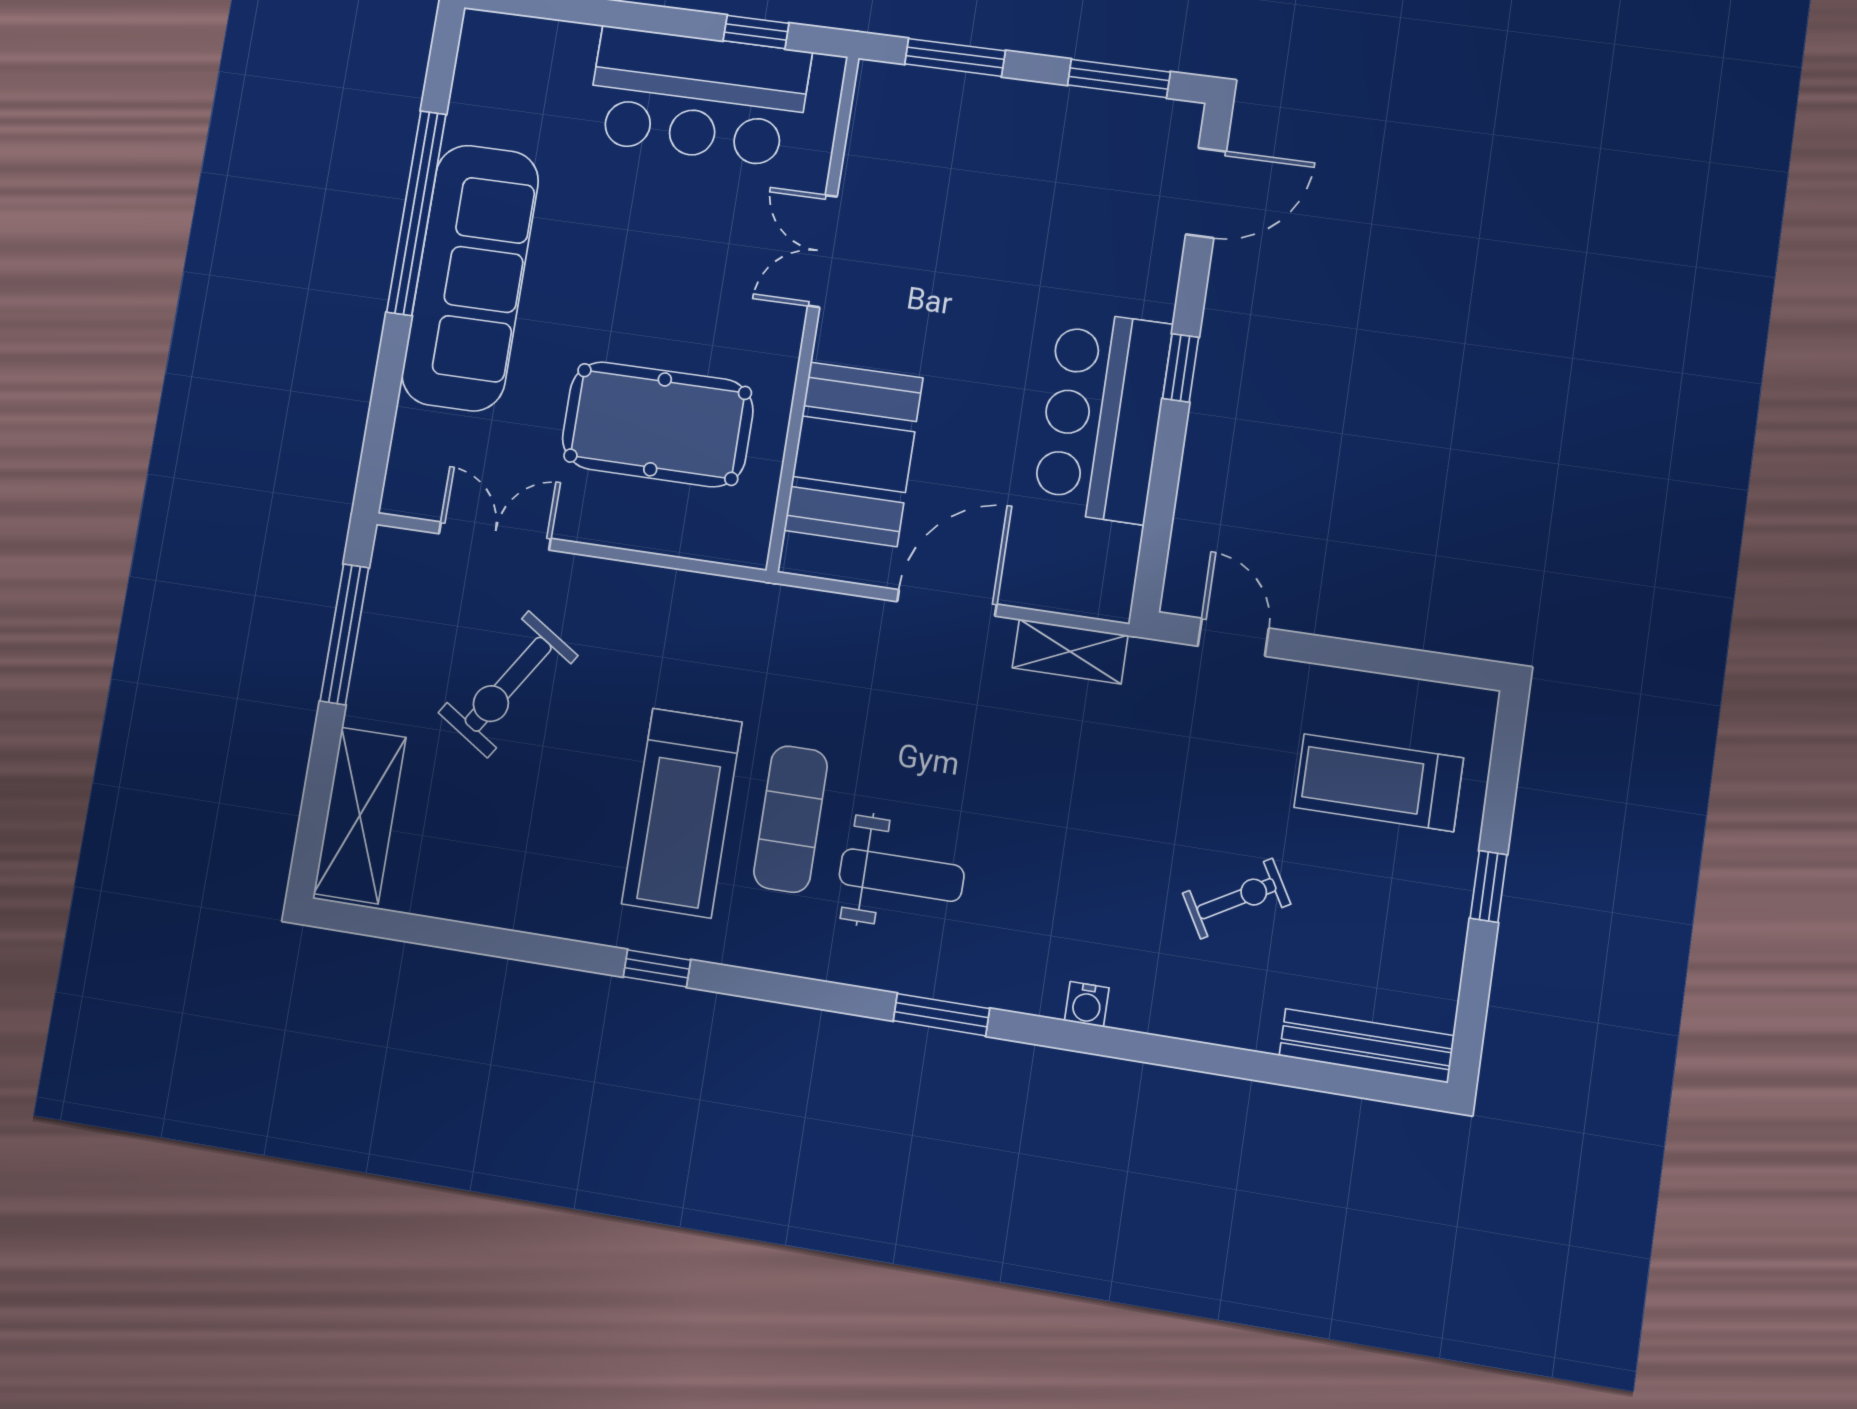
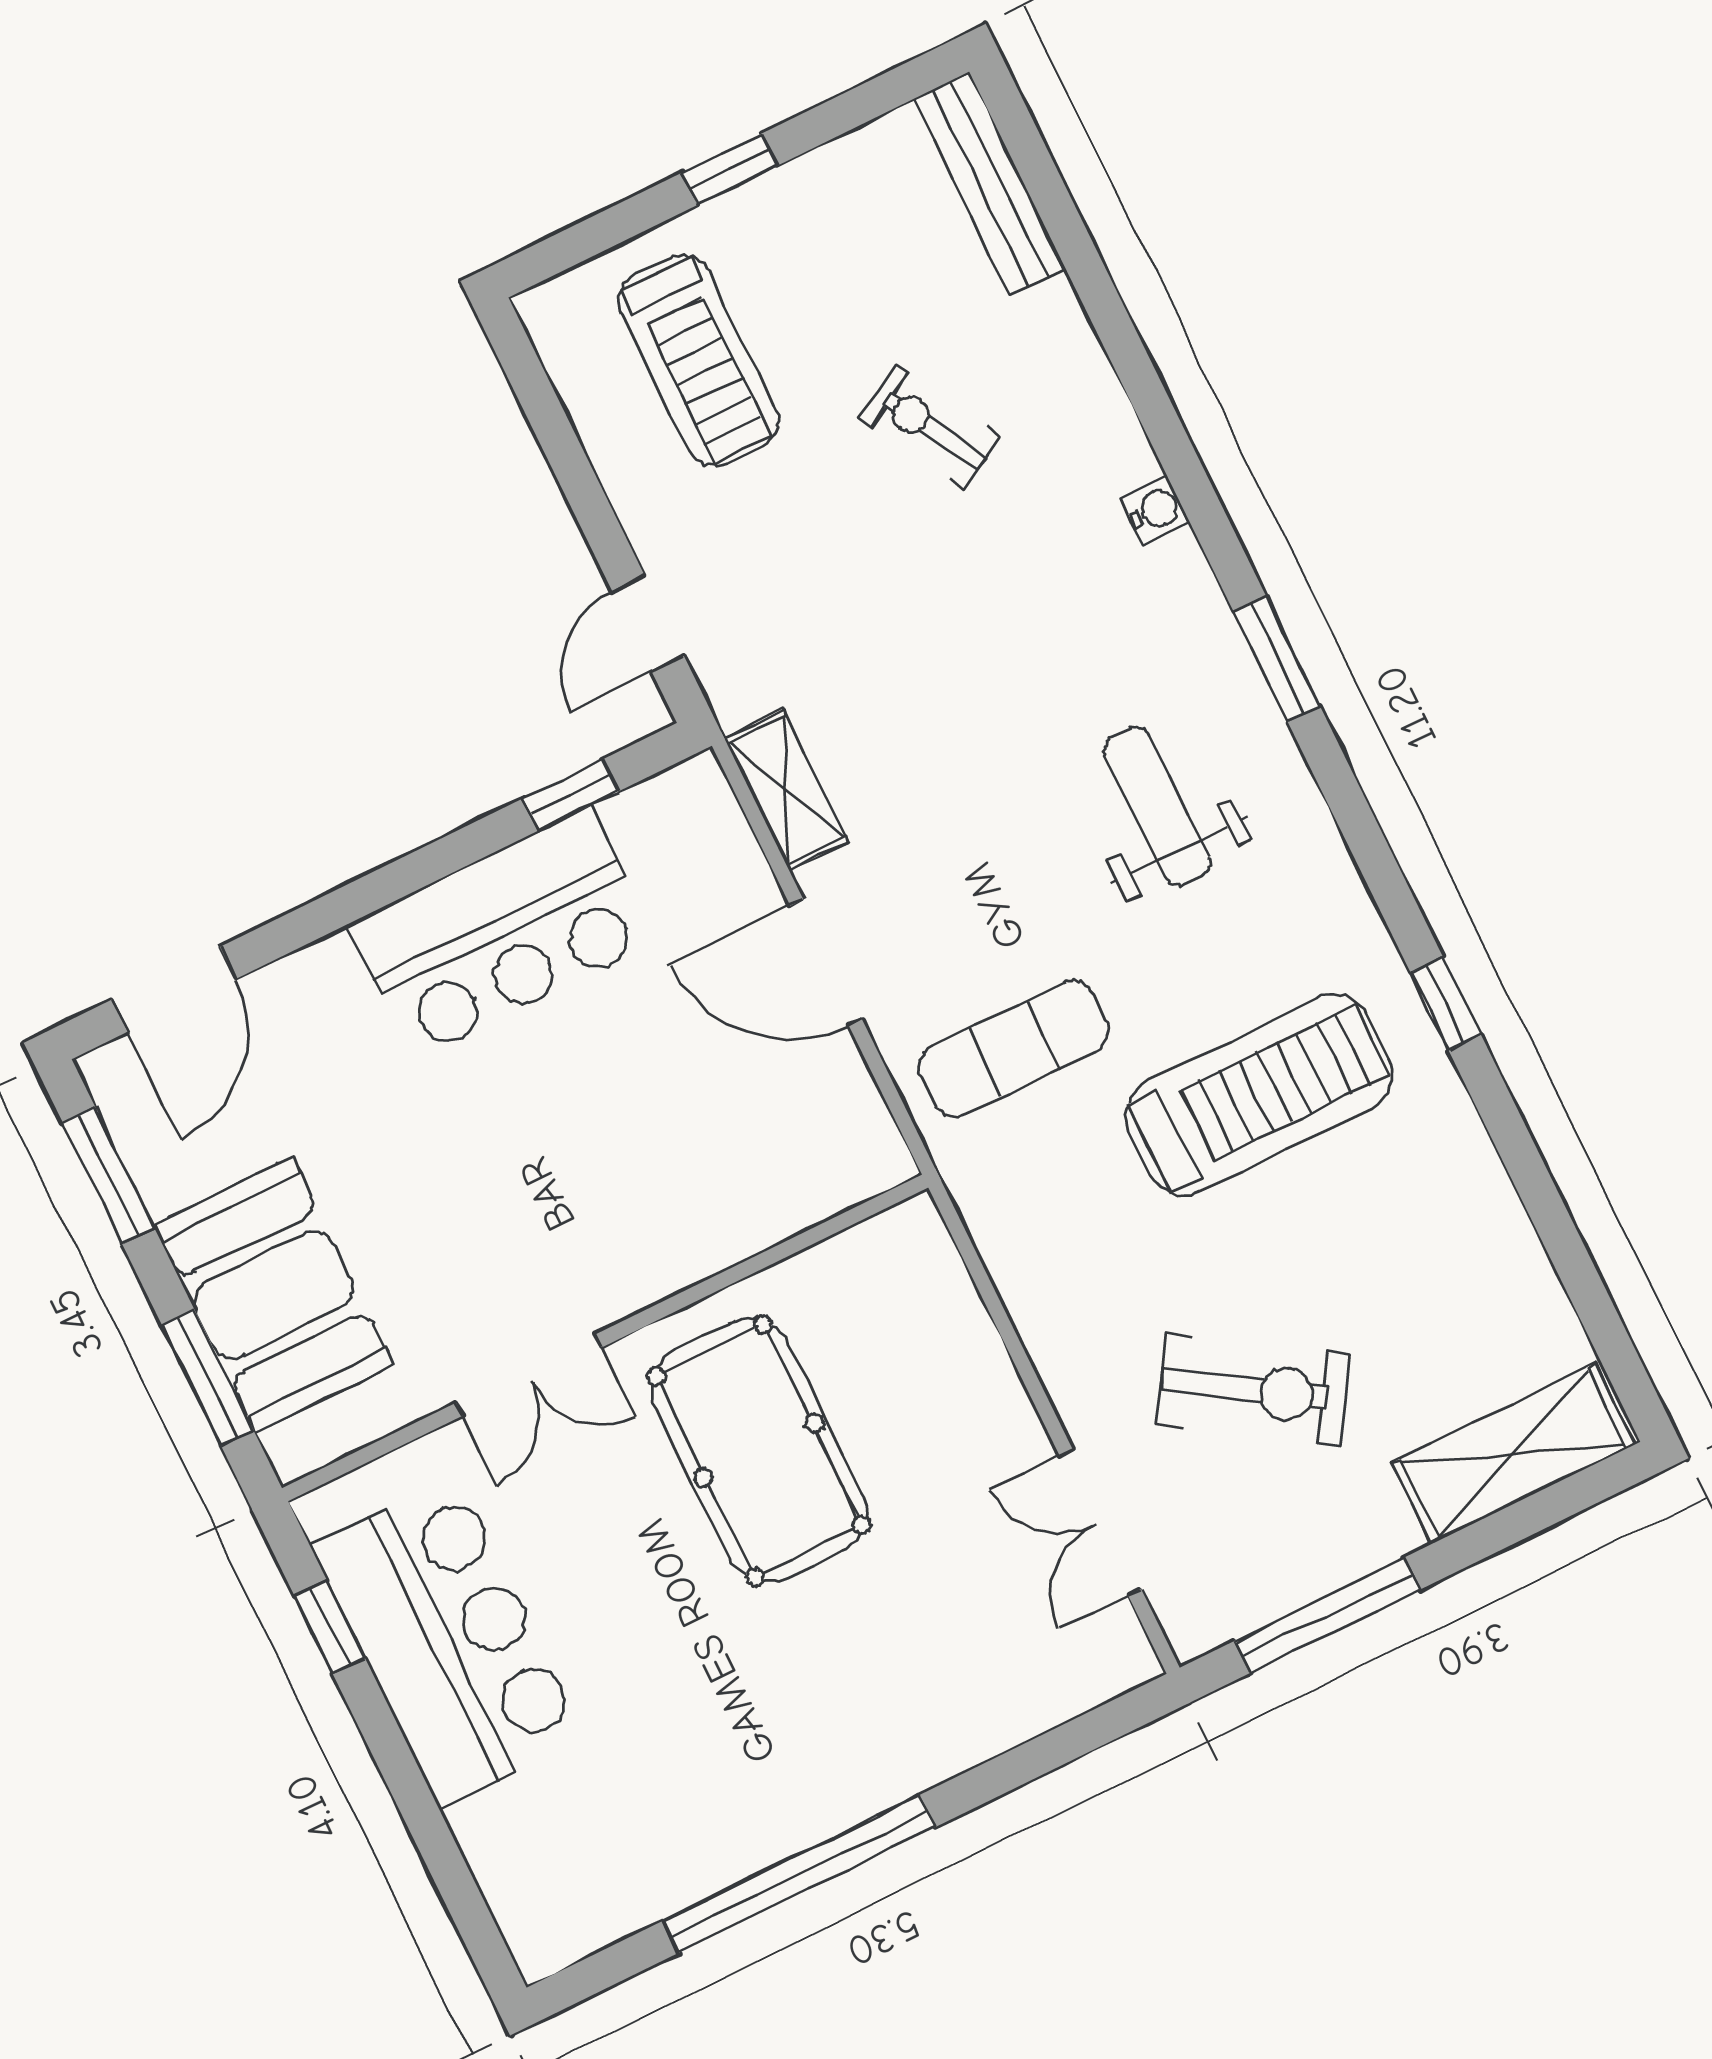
door: (1206, 193) -> (174, 989), swing flipped
sofa: (470, 278) -> (830, 1758), removed
window: (1181, 368) -> (570, 795), moved
pool table: (658, 424) -> (759, 1451), moved
booth: (853, 454) -> (273, 1295), moved, turned 90
exercise mat: (791, 819) -> (1014, 1049), moved

